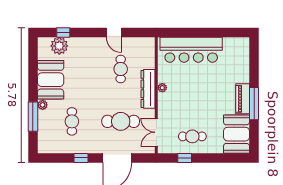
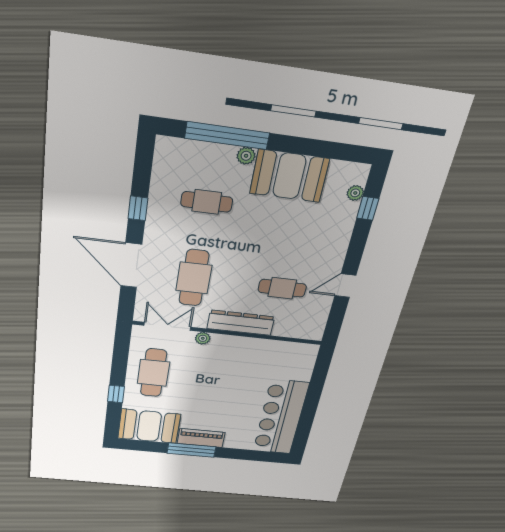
plant: (59, 46) -> (355, 193), width x0.53, depth x0.53
bar counter: (191, 50) -> (281, 417), moved
plant: (162, 88) -> (203, 338), moved
window: (33, 117) -> (227, 136), width x1.46
cafe table: (192, 136) -> (153, 373), width x1.37, depth x1.35
window: (185, 158) -> (116, 394), moved

